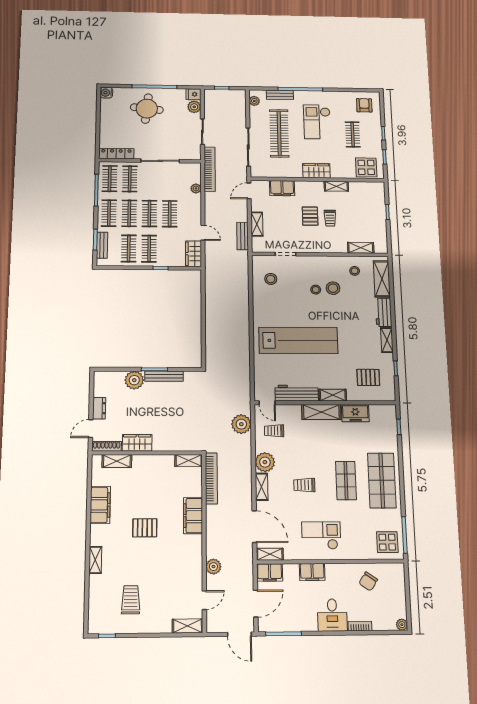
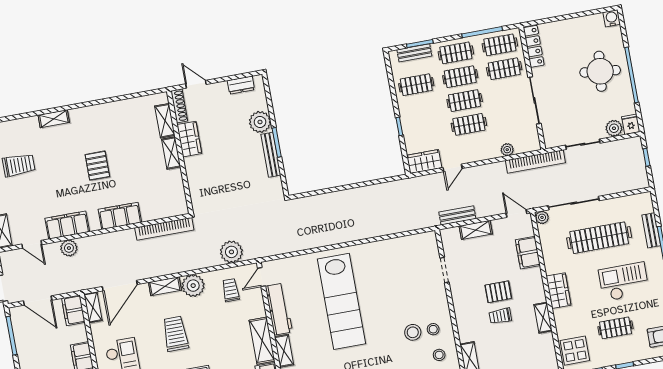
plant: (254, 101) -> (542, 217), moved
clothes rail: (149, 249) -> (421, 109), removed
stool: (271, 279) -> (410, 257), removed
stool: (316, 290) -> (433, 329), moved
dresser: (99, 408) -> (241, 85), moved
shelving: (189, 460) -> (171, 153), moved
trolley: (304, 485) -> (175, 334), width x1.36, depth x1.39
filing cabinet: (100, 505) -> (67, 225), moved, turned 180

